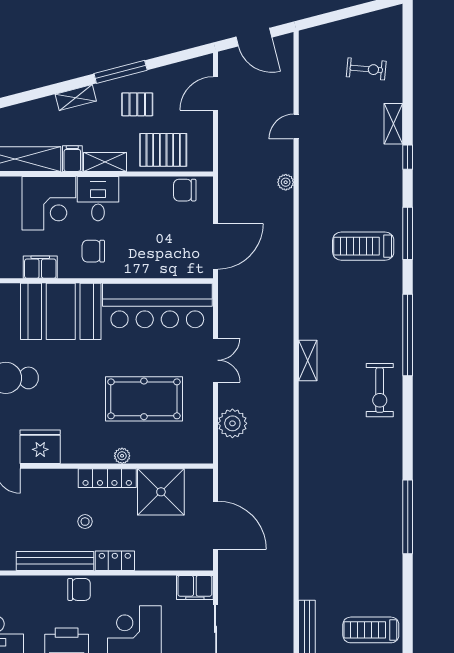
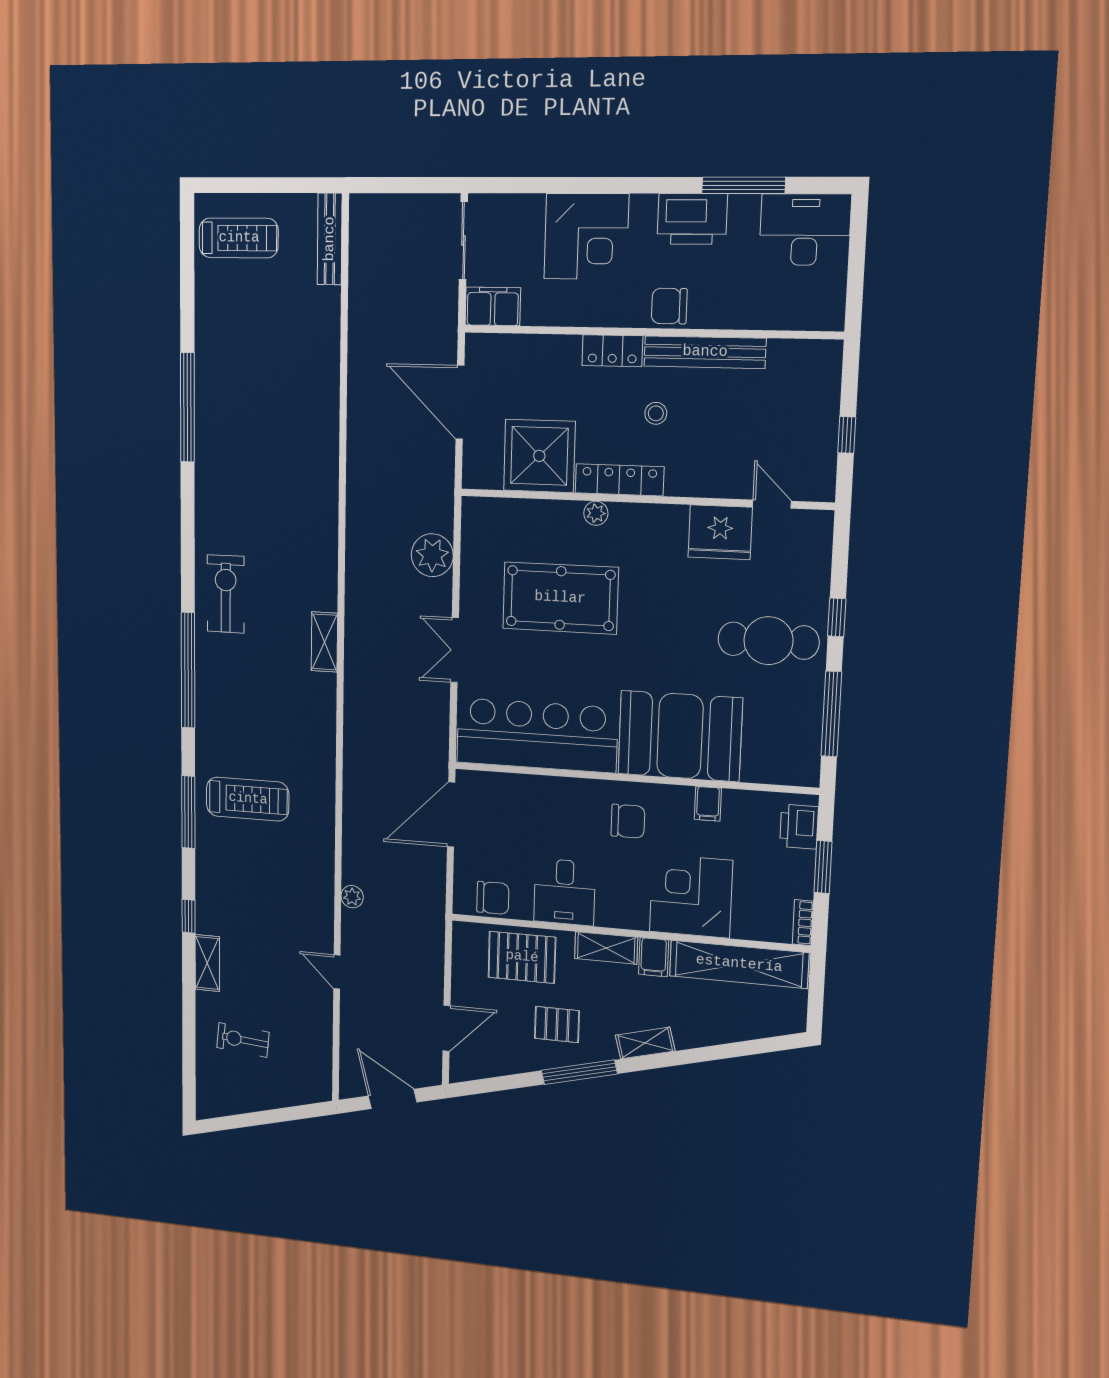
door: (296, 127) -> (337, 972), swing flipped
desk: (98, 199) -> (564, 892), moved
filing cabinet: (40, 267) -> (708, 804), width x0.50

